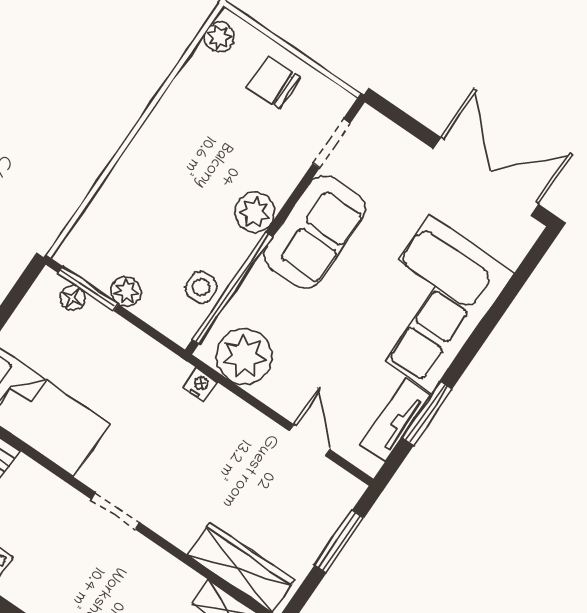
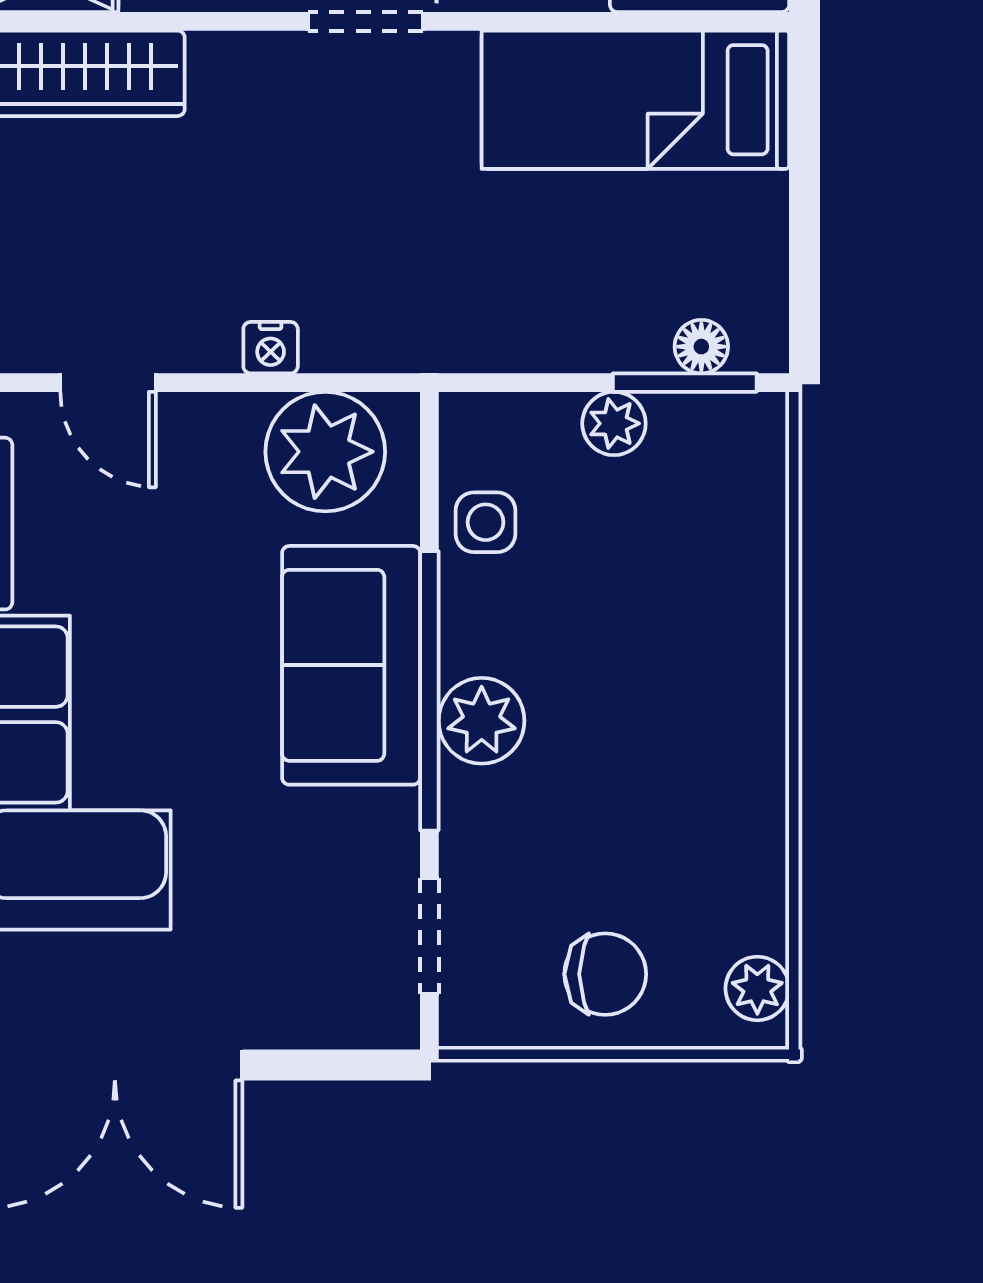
sofa: (315, 232) -> (351, 665), moved
window: (232, 288) -> (429, 691), moved
nightstand: (200, 385) -> (271, 348), moved

